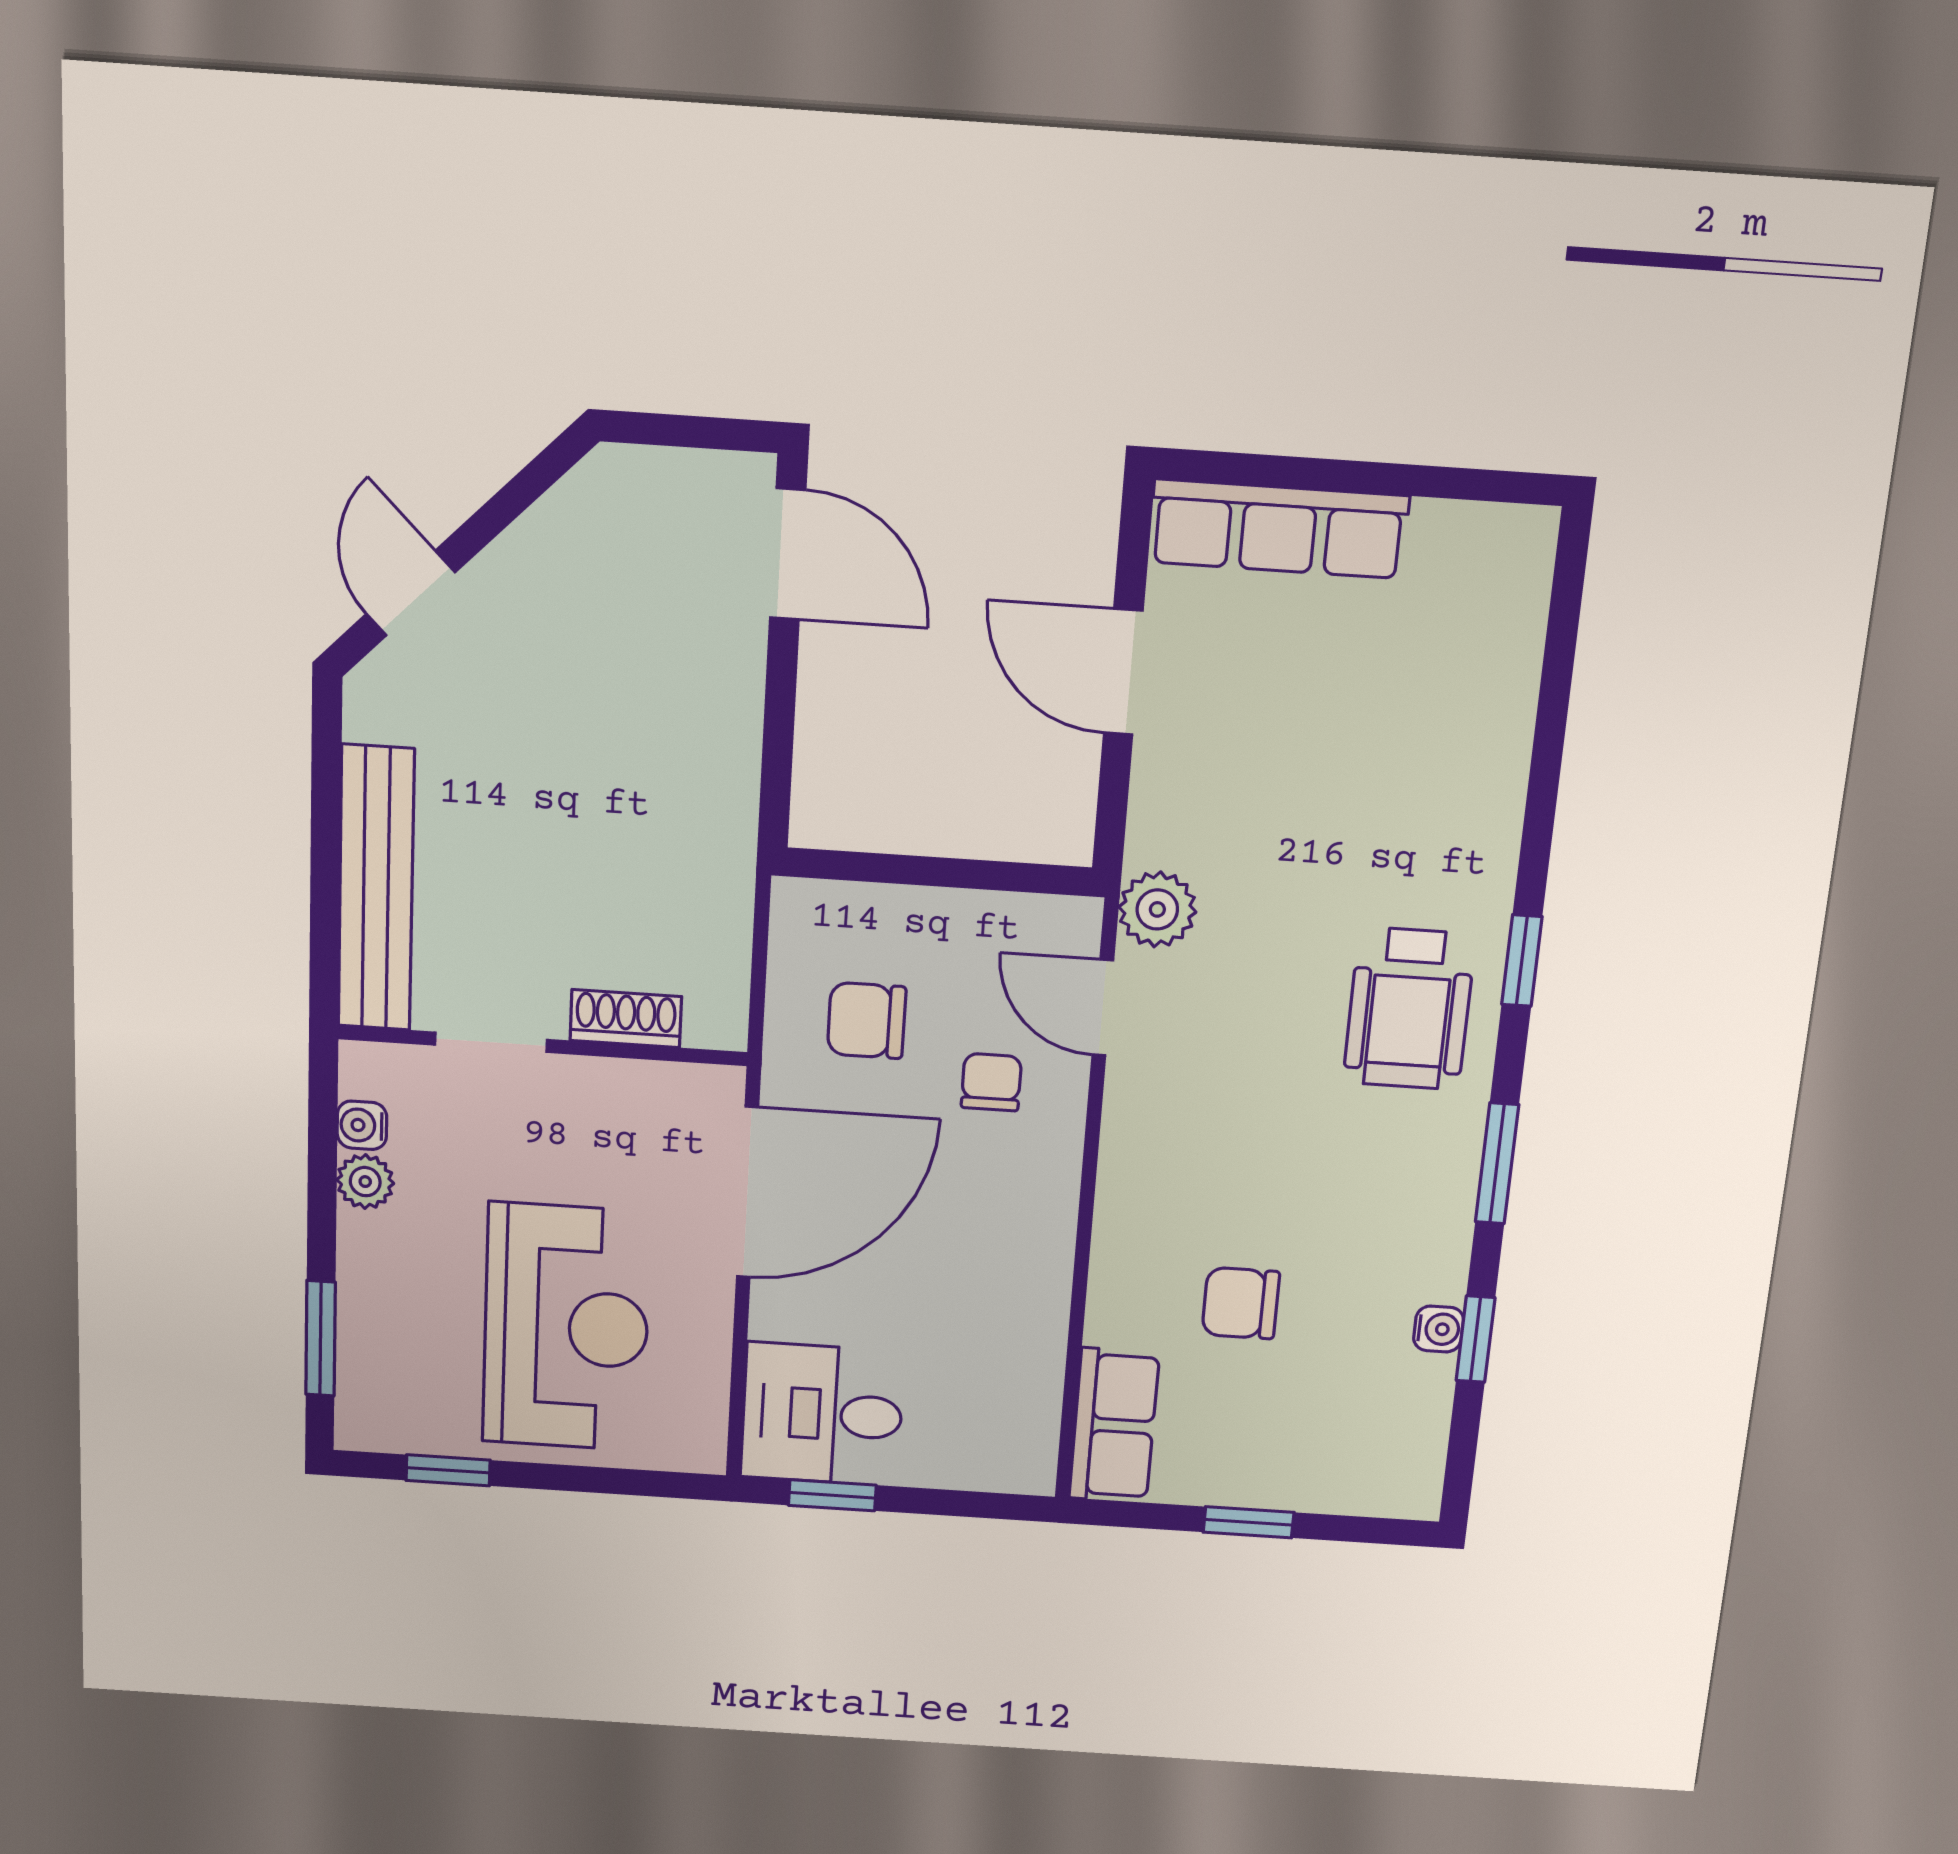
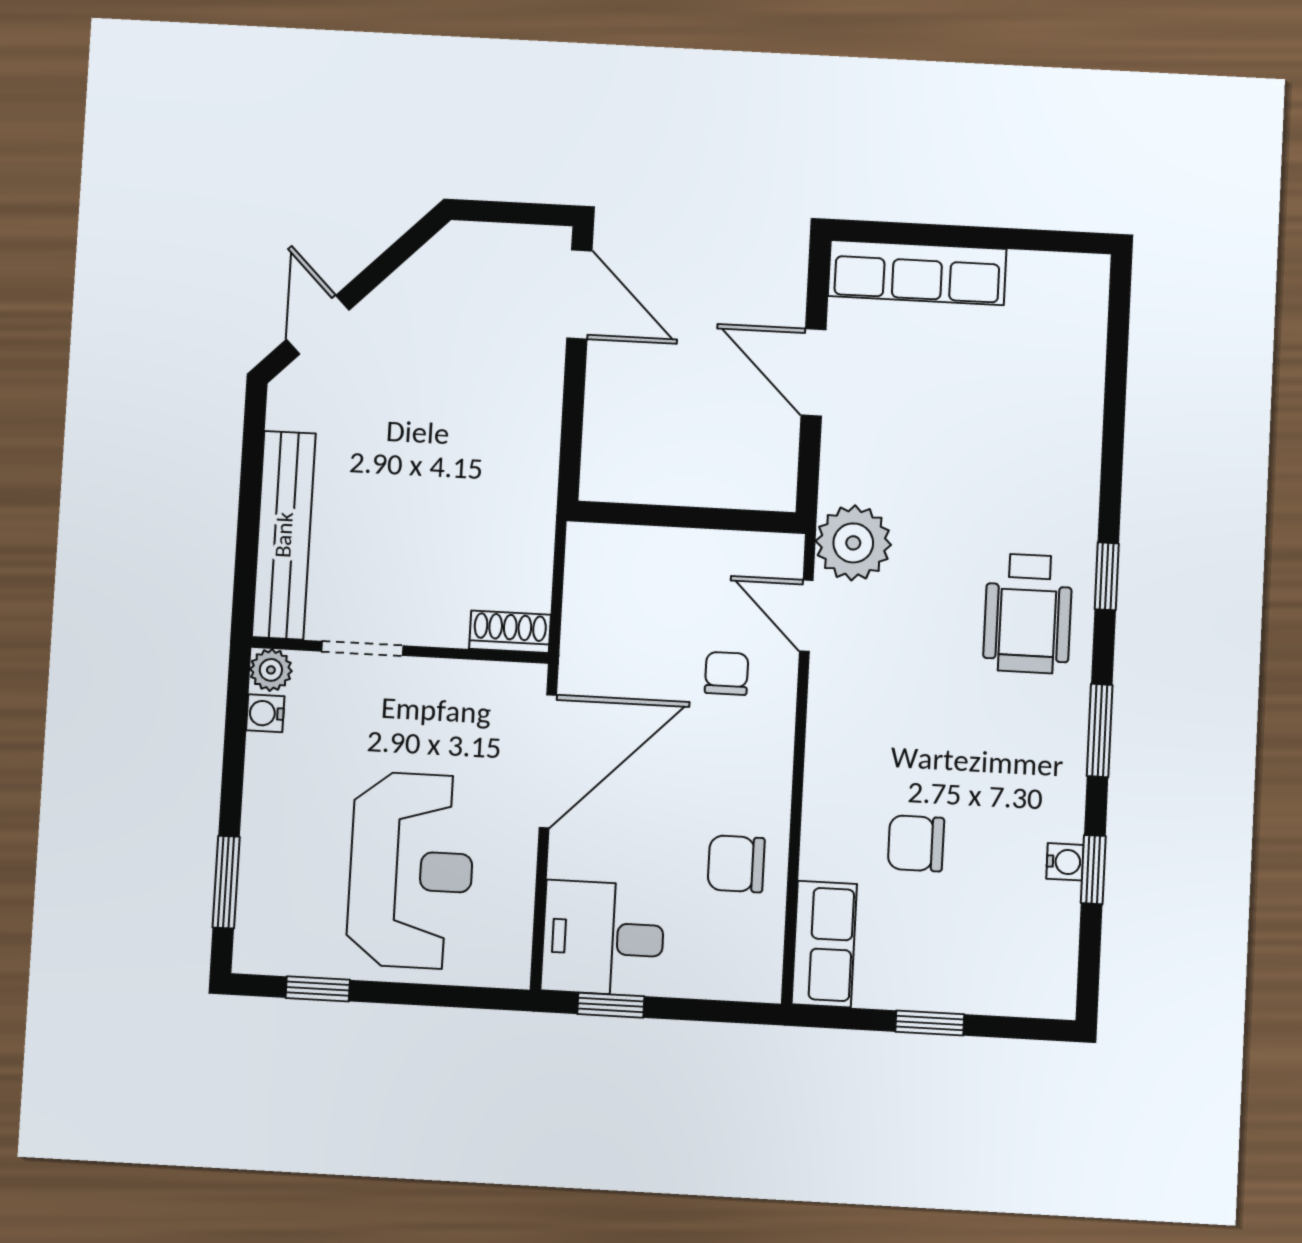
plant: (1157, 909) -> (853, 543), width x1.36, depth x1.36
shoe rack: (626, 1019) -> (510, 632), moved
chair: (867, 1020) -> (736, 864), moved
plant: (365, 1182) -> (271, 670), moved

